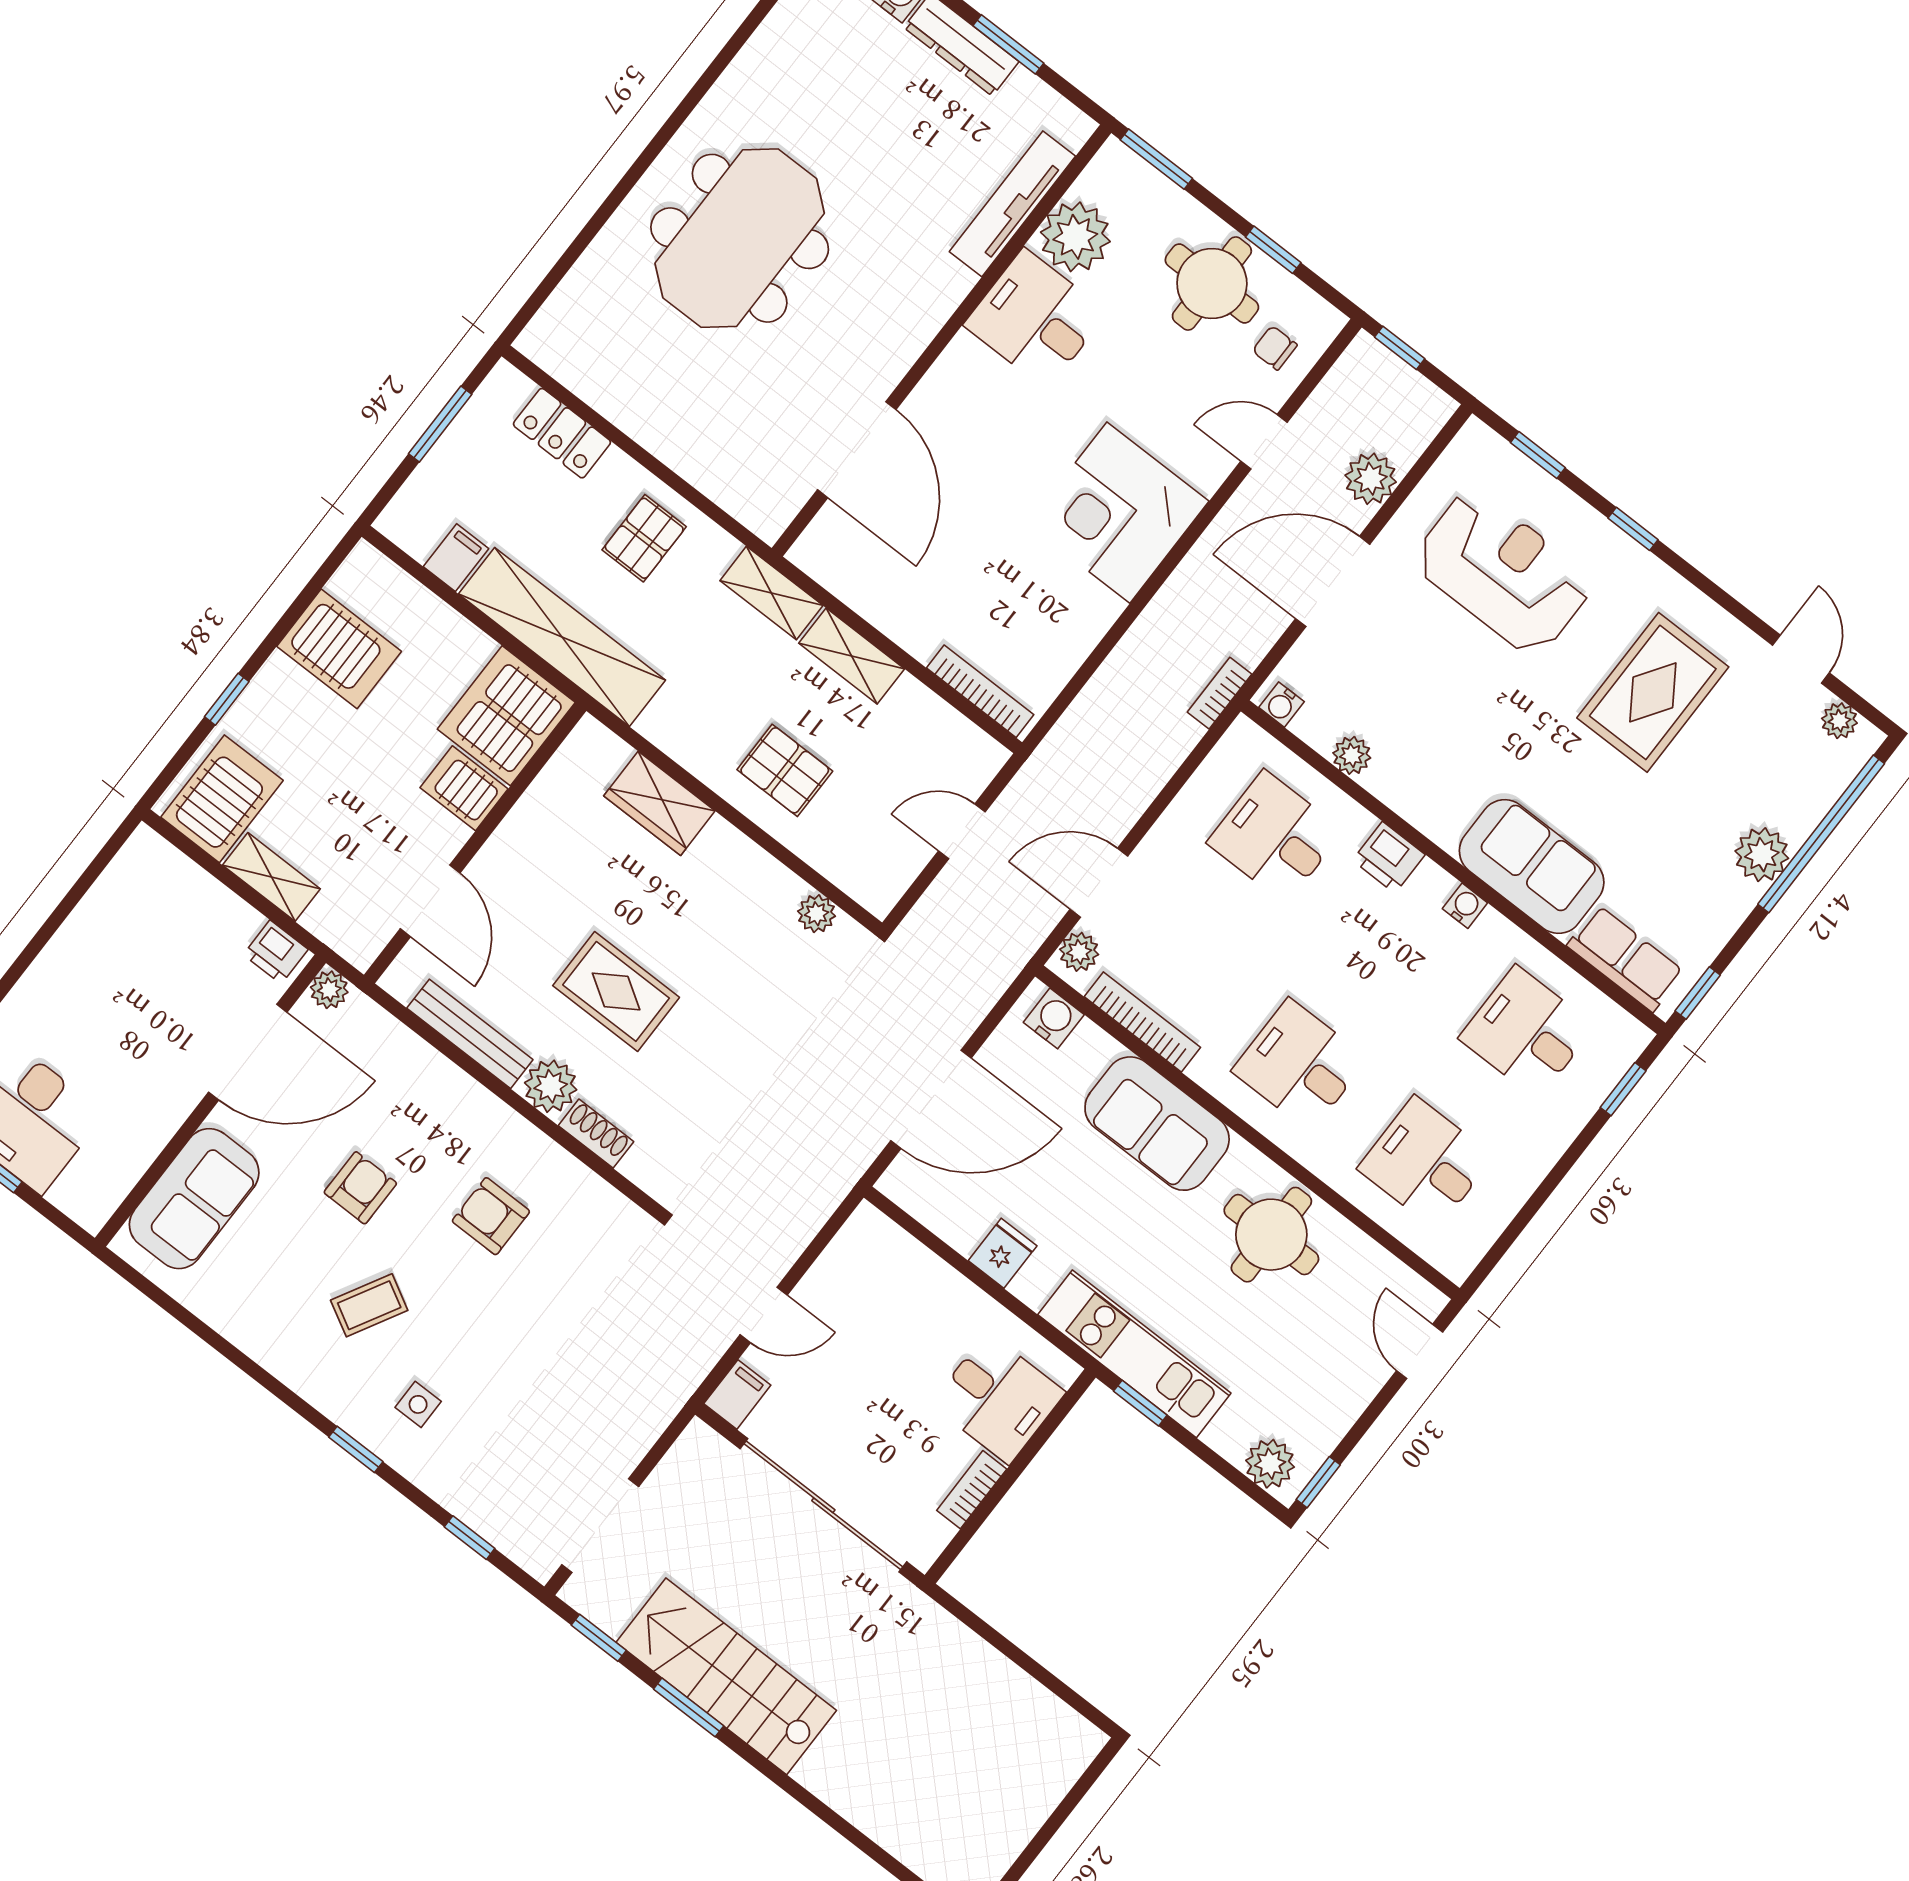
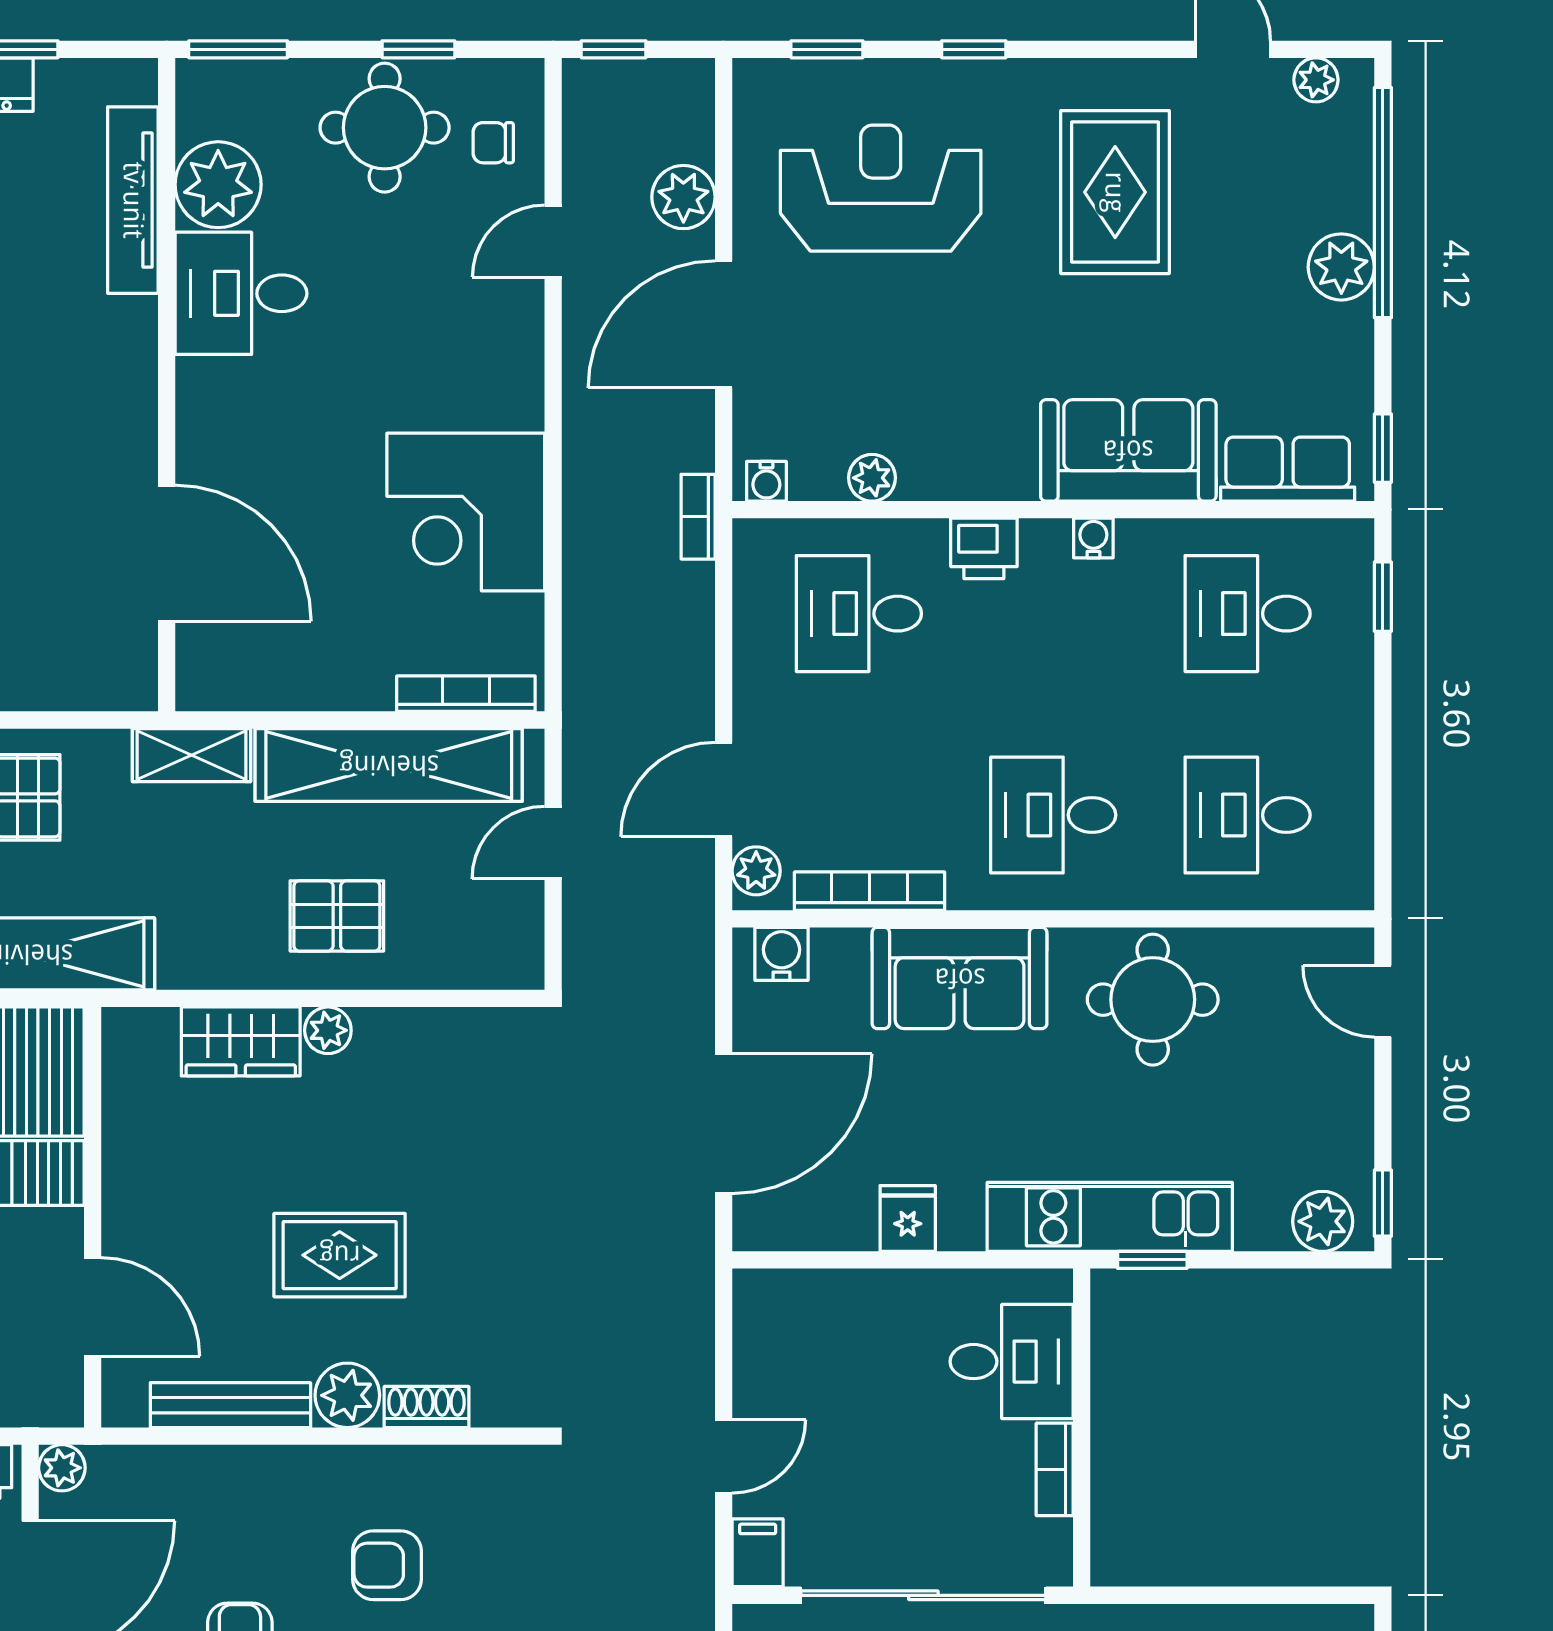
corner desk: (1118, 513) -> (466, 512), moved
shelving: (852, 656) -> (389, 765), width x2.20, depth x1.33
plant: (817, 914) -> (328, 1030), moved

